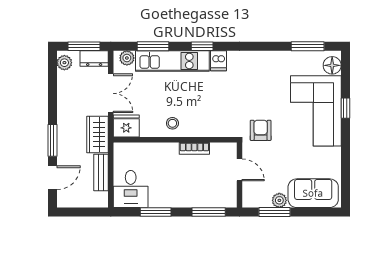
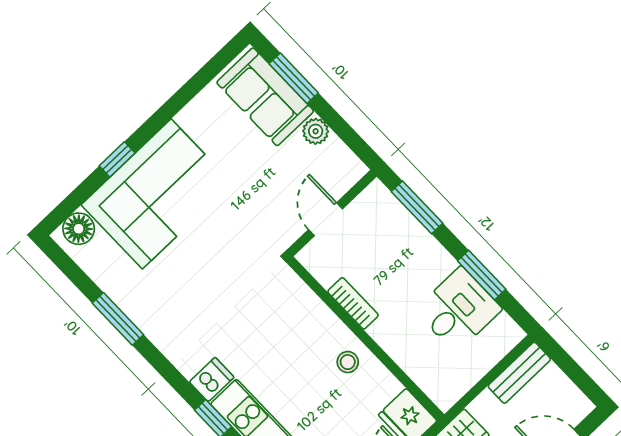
window: (308, 46) -> (118, 319), moved
armchair: (261, 130) -> (249, 241), removed
bench: (101, 173) -> (519, 373), moved
desk: (131, 189) -> (458, 310), moved
window: (275, 212) -> (294, 78), moved

